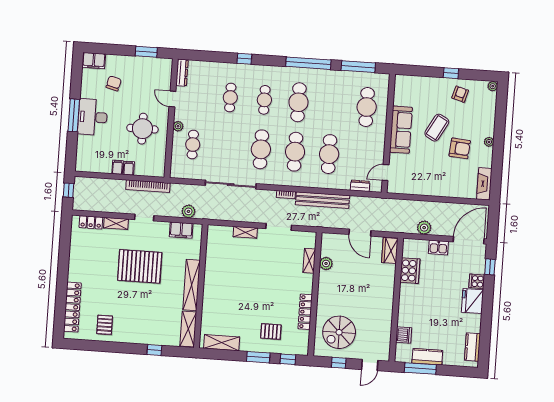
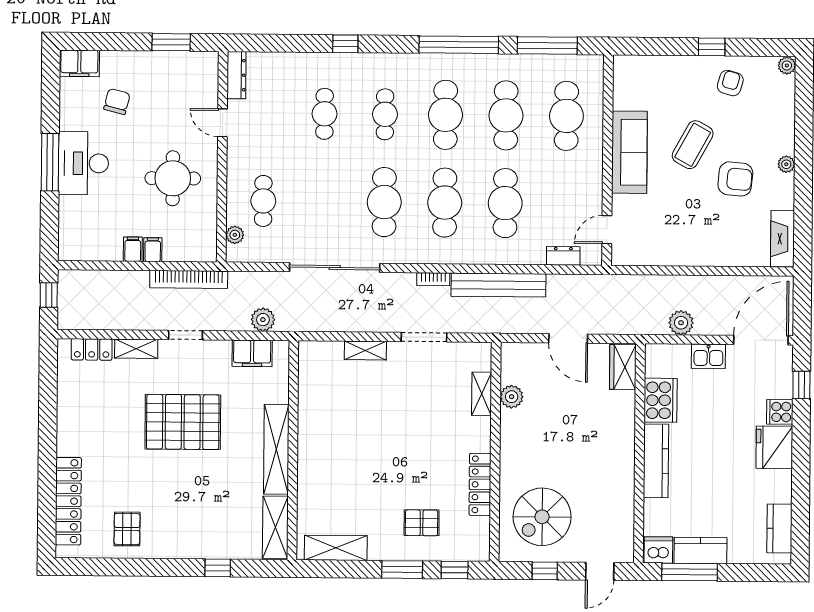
cafe table: (333, 105) -> (506, 115), added
plant: (178, 126) -> (235, 235), moved
kitchen counter: (405, 305) -> (656, 461), added
dishwasher: (404, 335) -> (658, 550), moved, turned -90

